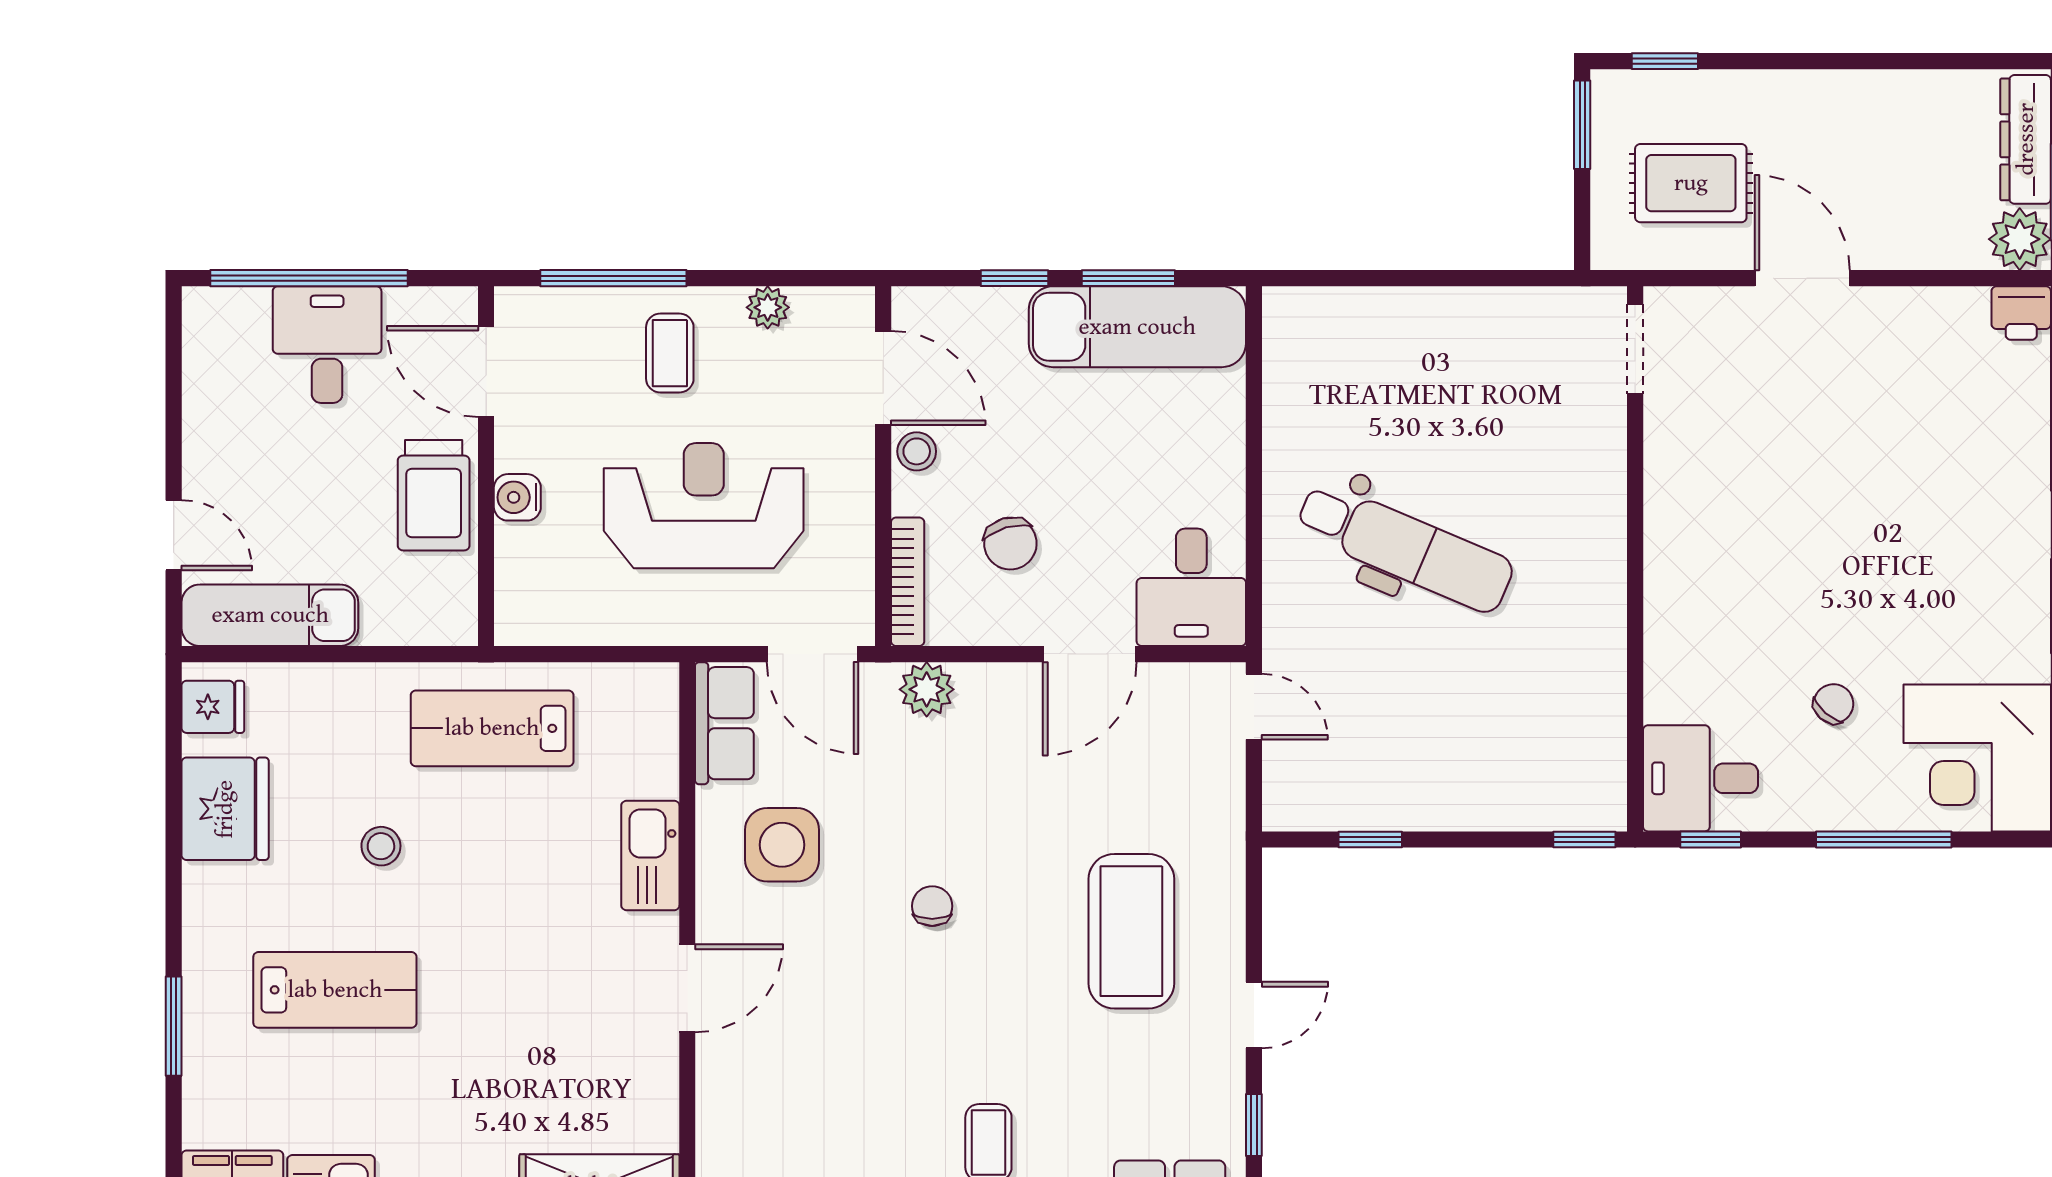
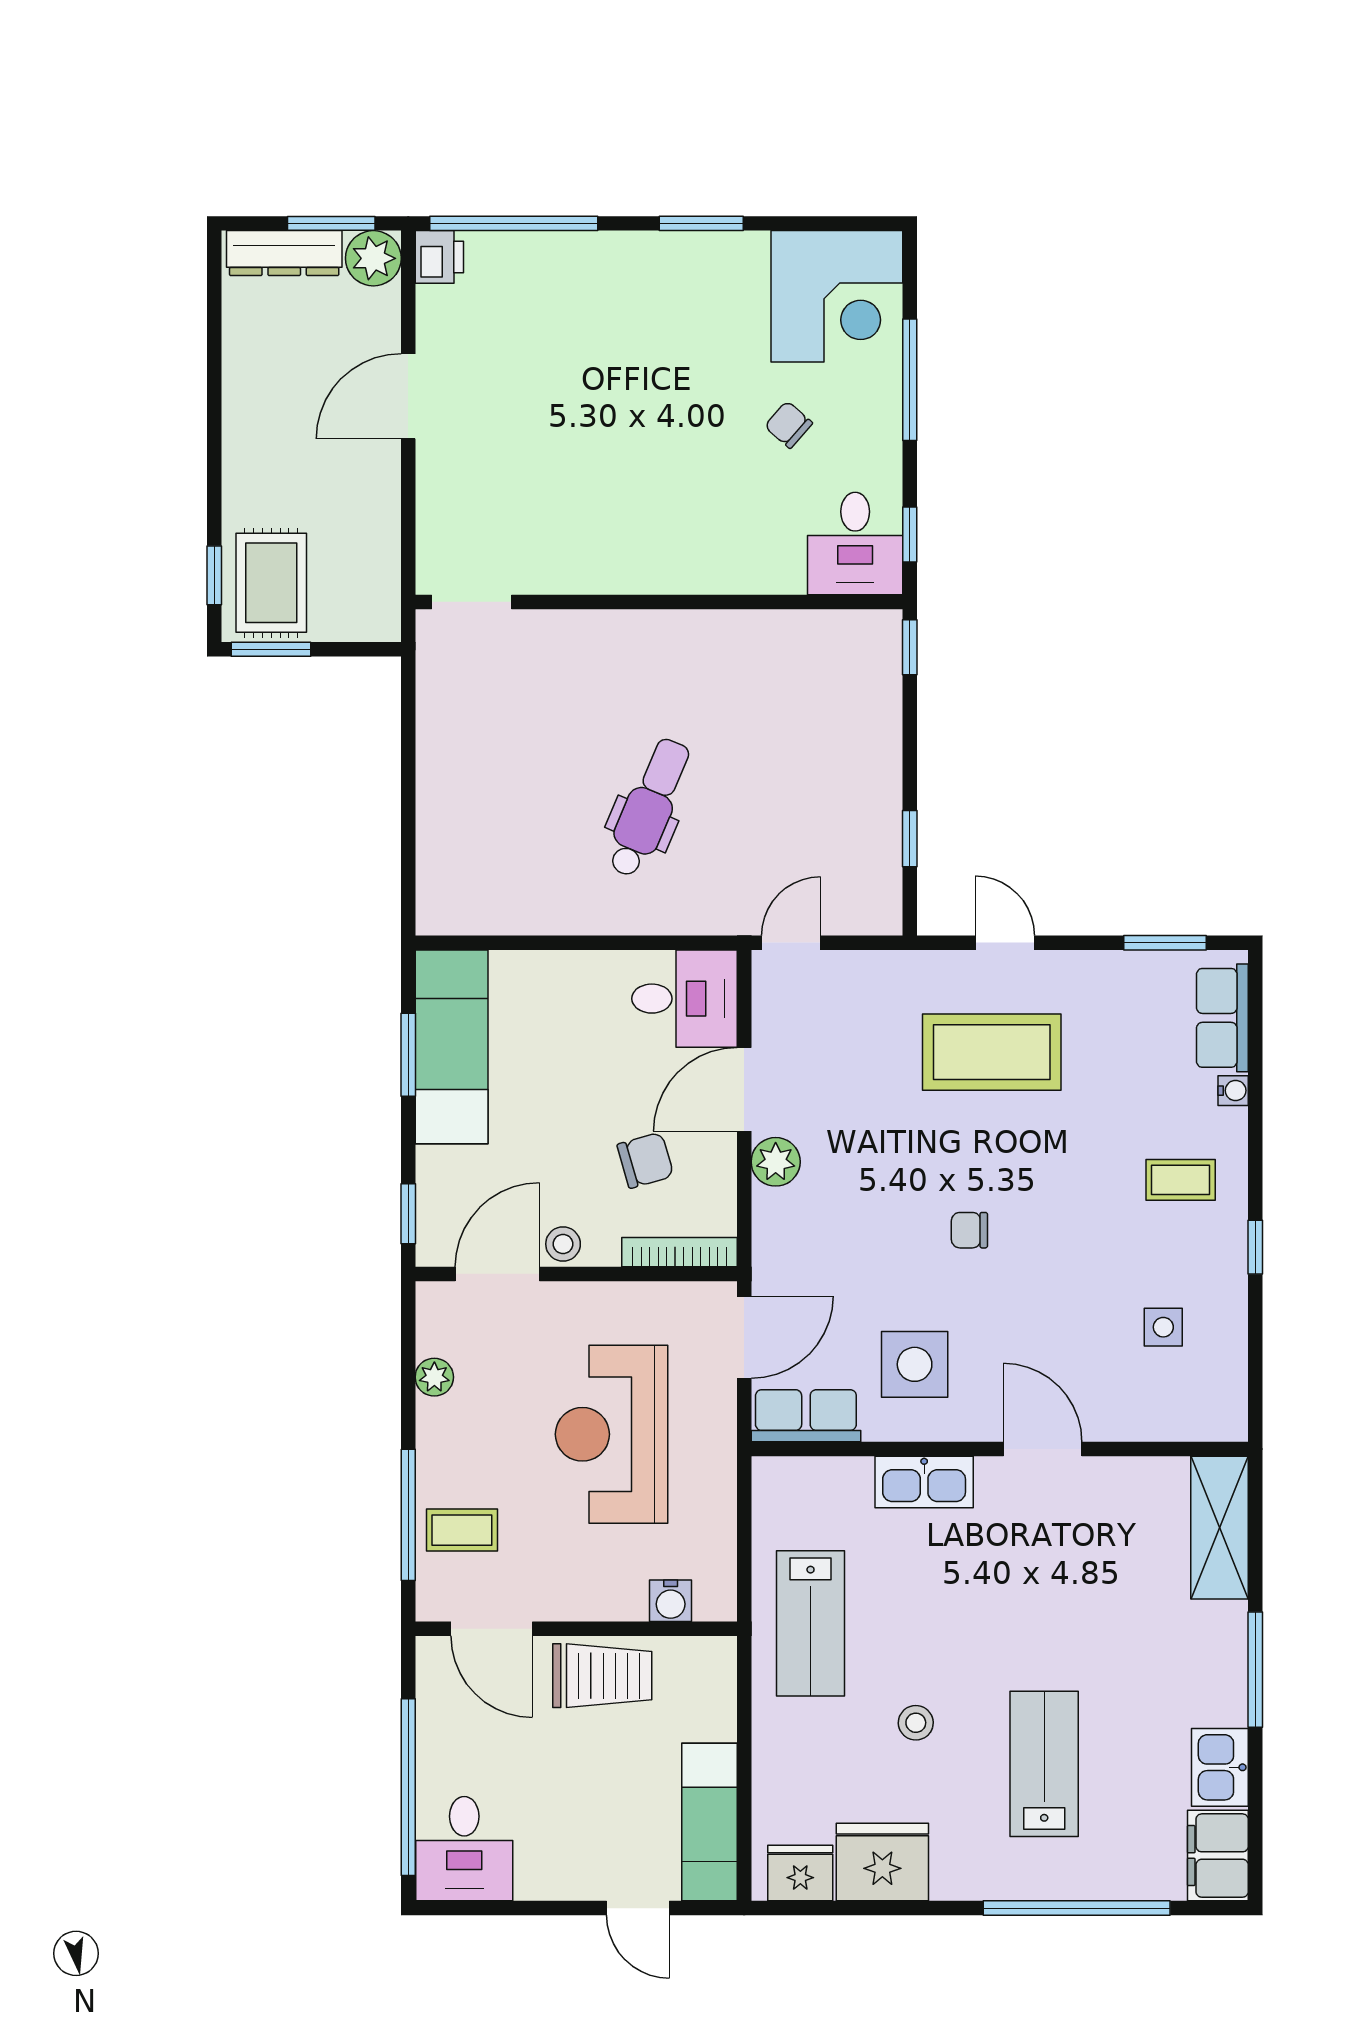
rug: (1691, 183) -> (271, 583), moved
window: (1014, 278) -> (408, 1214), moved
door: (1802, 278) -> (408, 396), moved
desk: (327, 345) -> (464, 1849), moved, turned -90
coffee table: (670, 353) -> (462, 1530), moved
door: (486, 372) -> (492, 1629), hinge flipped
water cooler: (517, 497) -> (671, 1601), moved
door: (174, 535) -> (638, 1908), swing flipped
dental chair: (1405, 547) -> (649, 808), width x0.73, depth x0.72
door: (1090, 654) -> (744, 1089), swing flipped
plant: (927, 689) -> (776, 1162), moved
fridge: (213, 707) -> (800, 1873), width x1.38
door: (1254, 1015) -> (1005, 943), moved
window: (174, 1026) -> (1077, 1908), width x2.11
side table: (824, 1123) -> (1163, 1327), added
window: (1254, 1125) -> (1165, 943), width x1.50

